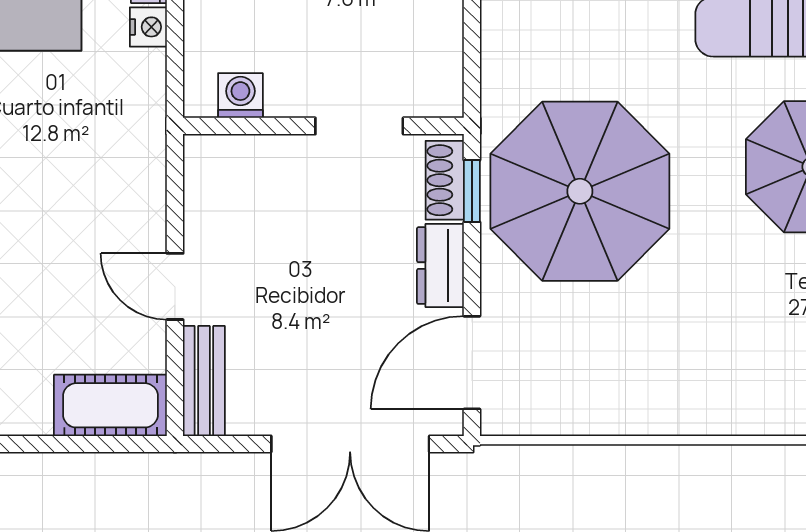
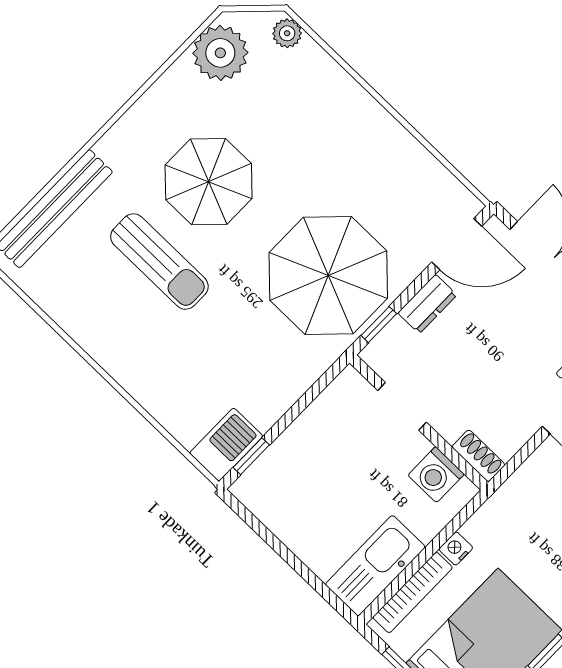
washing machine: (240, 96) -> (436, 475), width x1.38, depth x1.38
shoe rack: (445, 180) -> (478, 456), moved, turned -90

